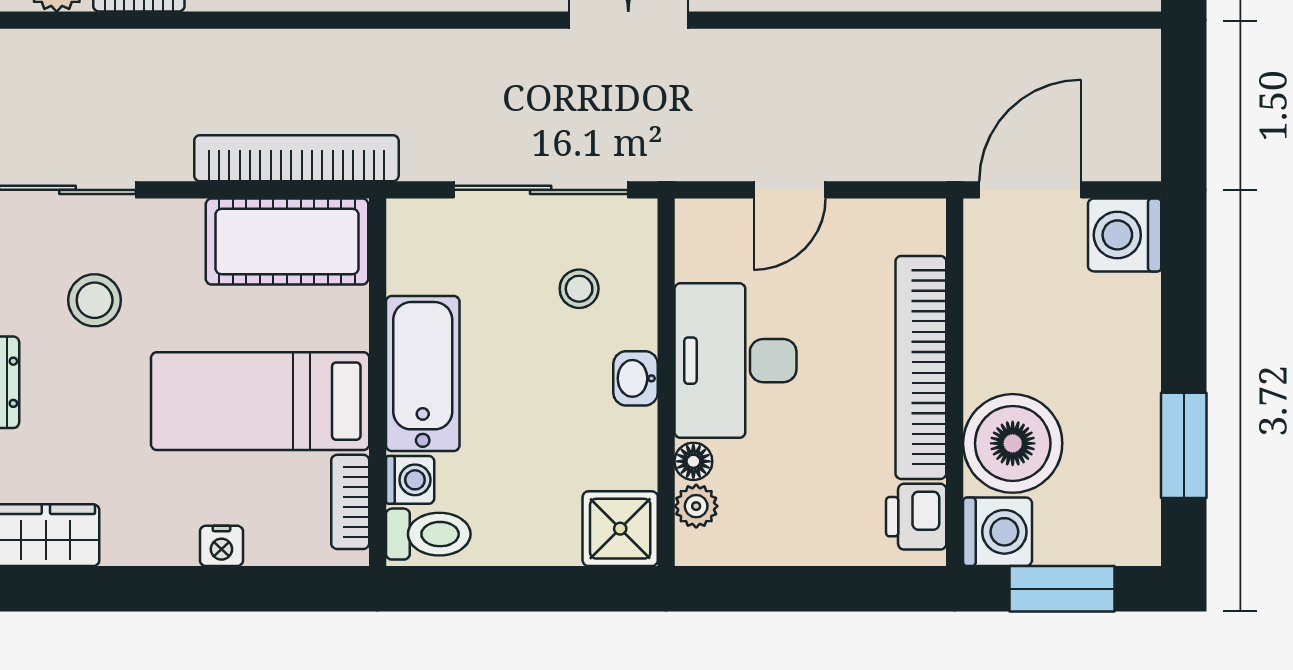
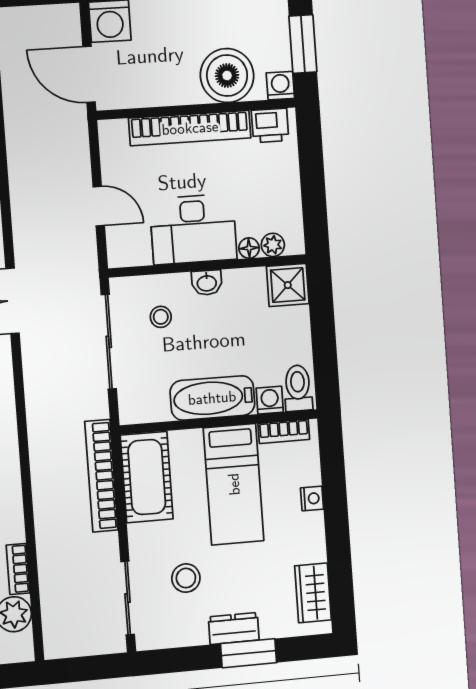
washing machine: (998, 532) -> (280, 86), width x0.73, depth x0.73

